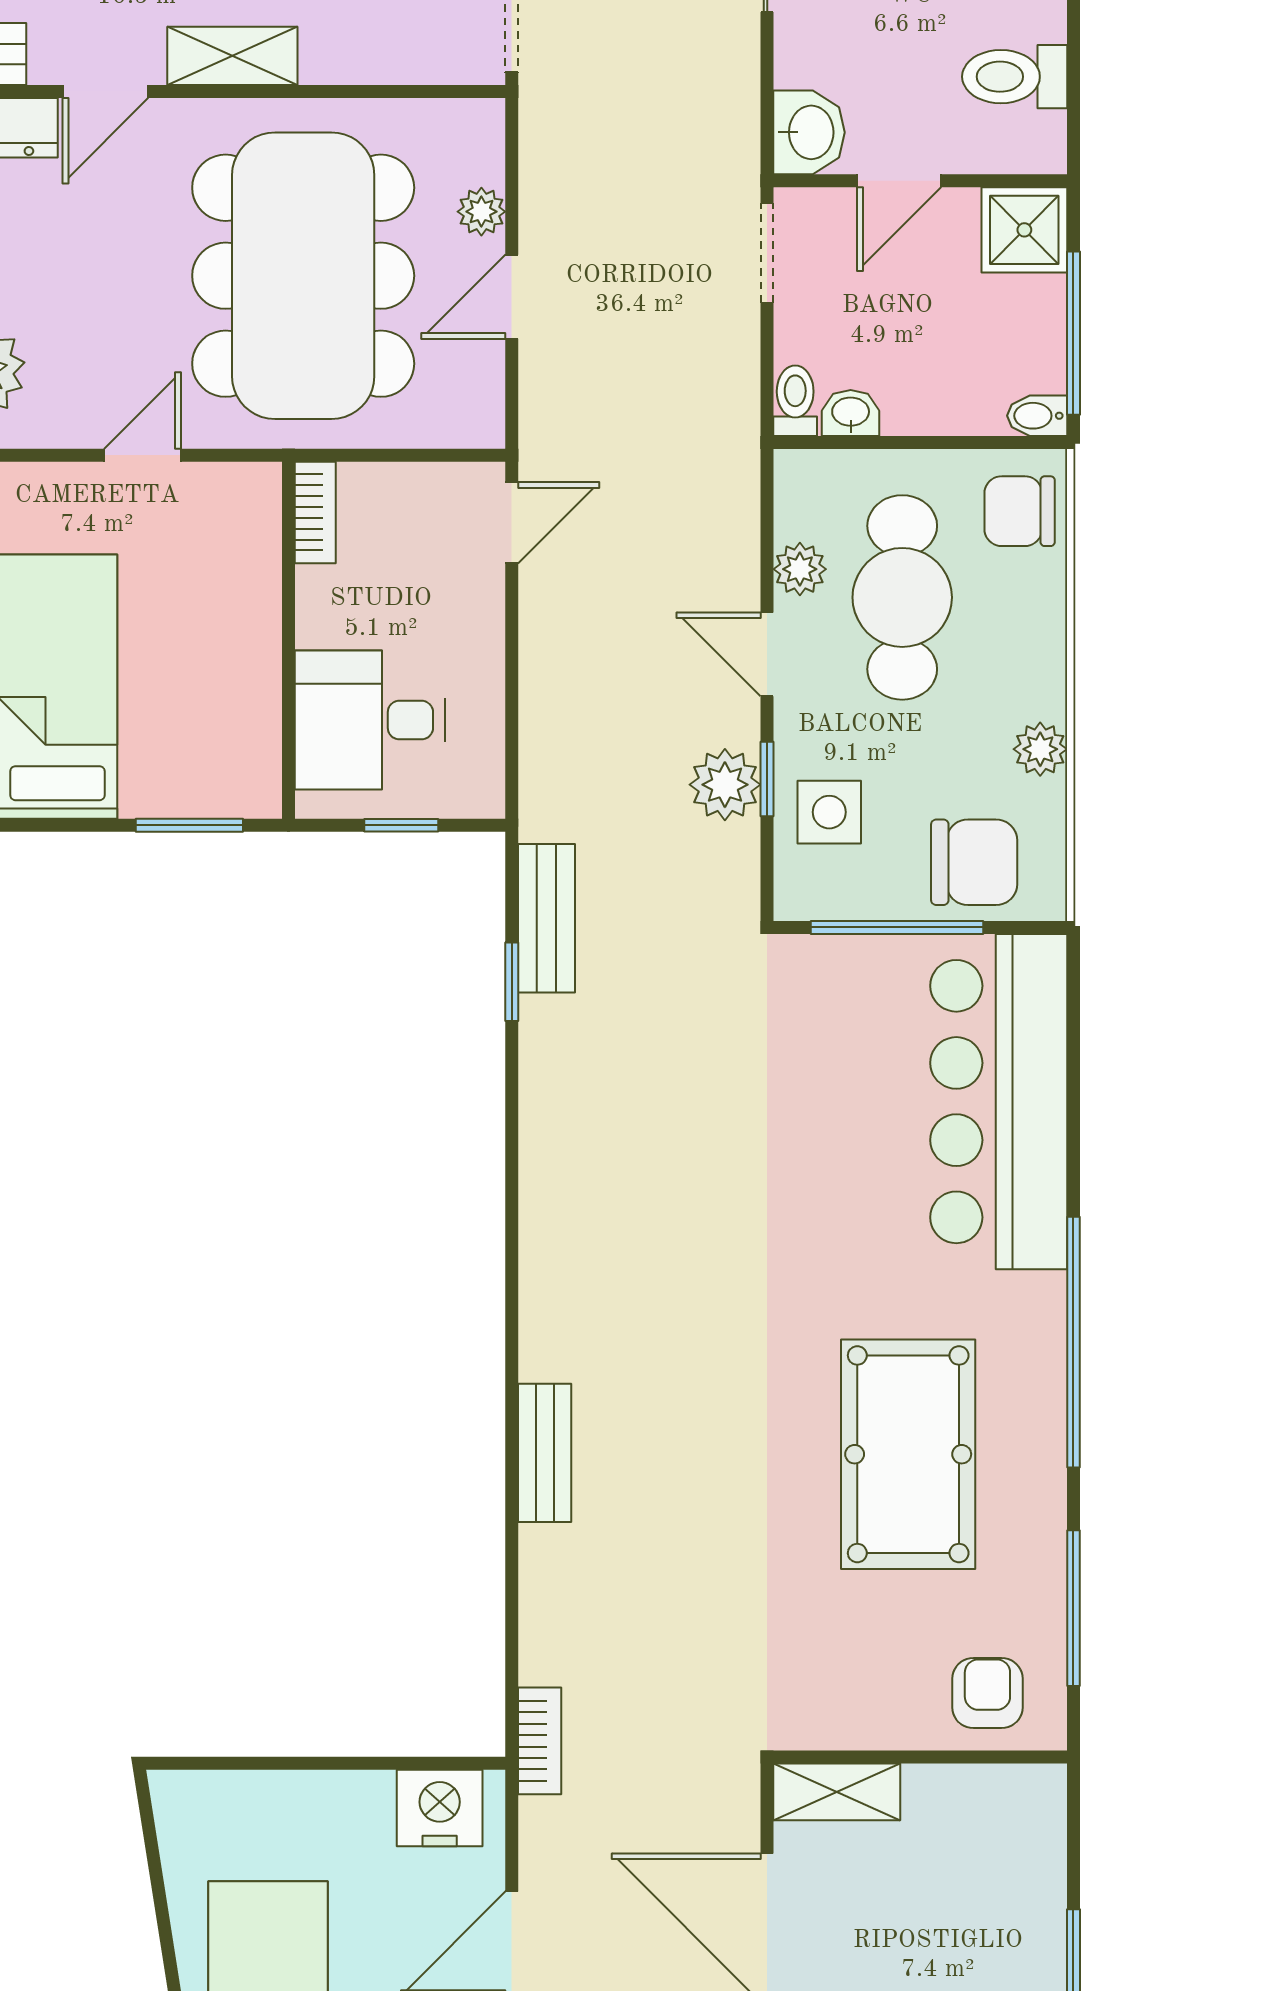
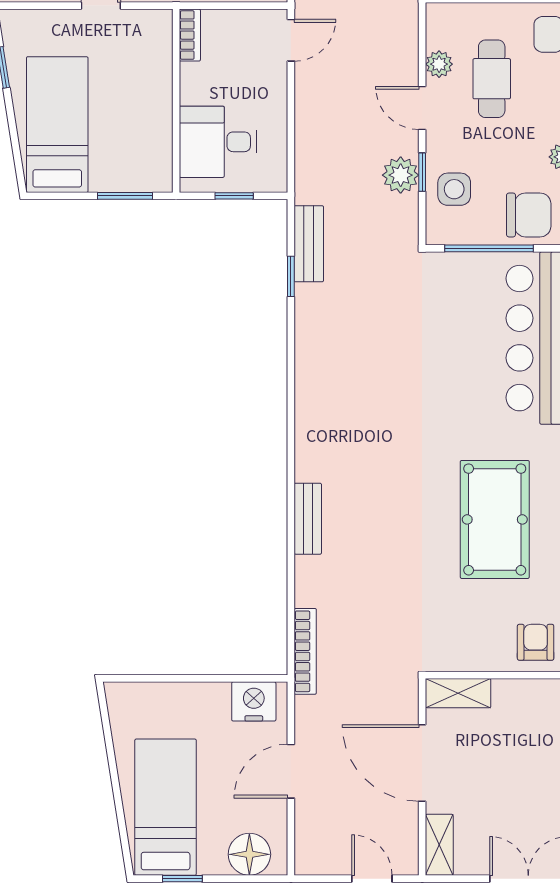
cafe table: (902, 597) -> (492, 79), width x0.73, depth x0.74
bookcase: (540, 1741) -> (305, 651), width x1.56

